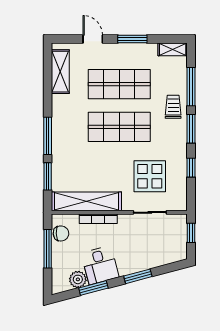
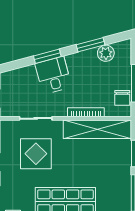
chair: (61, 233) -> (122, 98), turned -87
desk: (100, 265) -> (53, 75), moved

